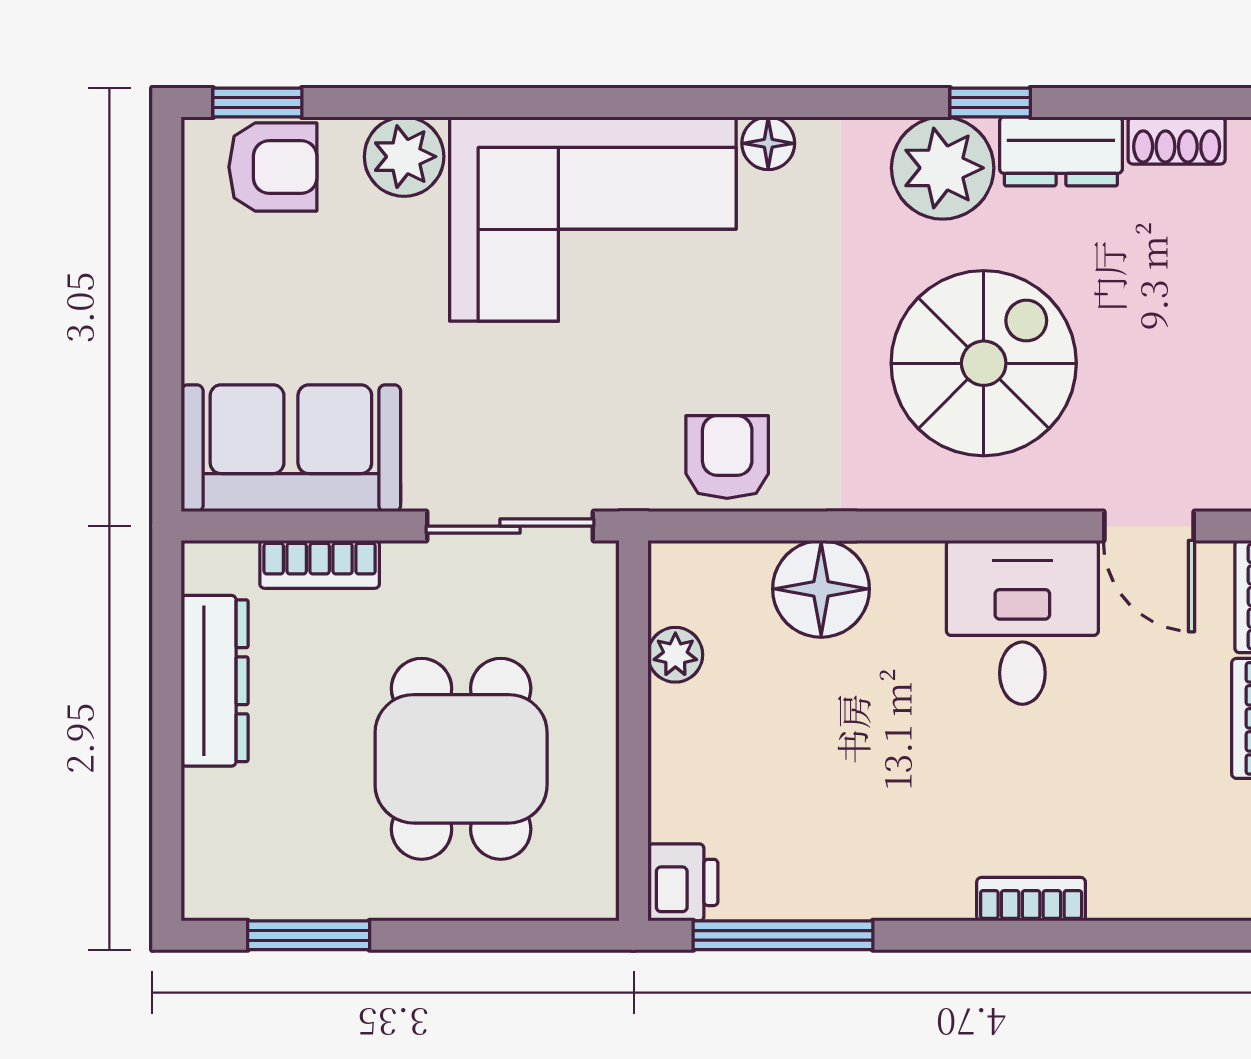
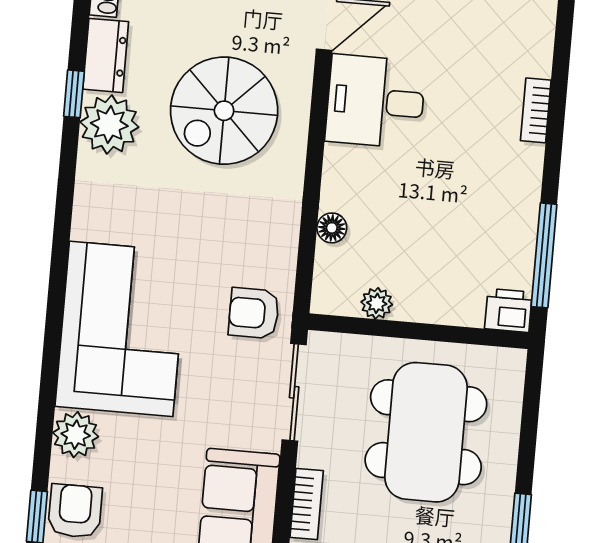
floor lamp: (768, 143) -> (86, 224), removed
spiral stairs: (984, 363) -> (224, 111), turned -90
armchair: (727, 457) -> (254, 313), moved
floor lamp: (821, 589) -> (332, 228), width x0.53, depth x0.53
dining table: (461, 759) -> (426, 432), width x1.38

